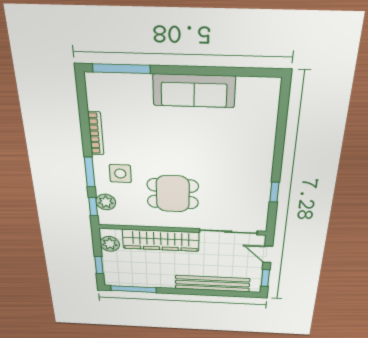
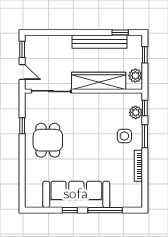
window: (121, 69) -> (105, 210), moved
window: (205, 71) -> (70, 210), added
sofa: (194, 91) -> (76, 194), width x1.36, depth x1.27
dining table: (173, 194) -> (48, 140), moved, turned 90
bench: (212, 284) -> (100, 42), moved
window: (134, 289) -> (120, 32), width x0.46

